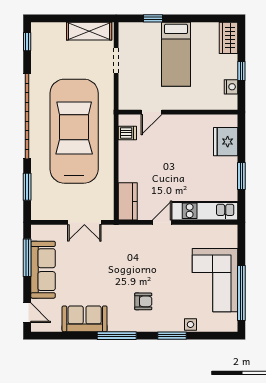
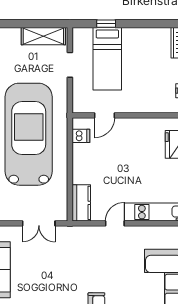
bed: (176, 54) -> (107, 59), moved

